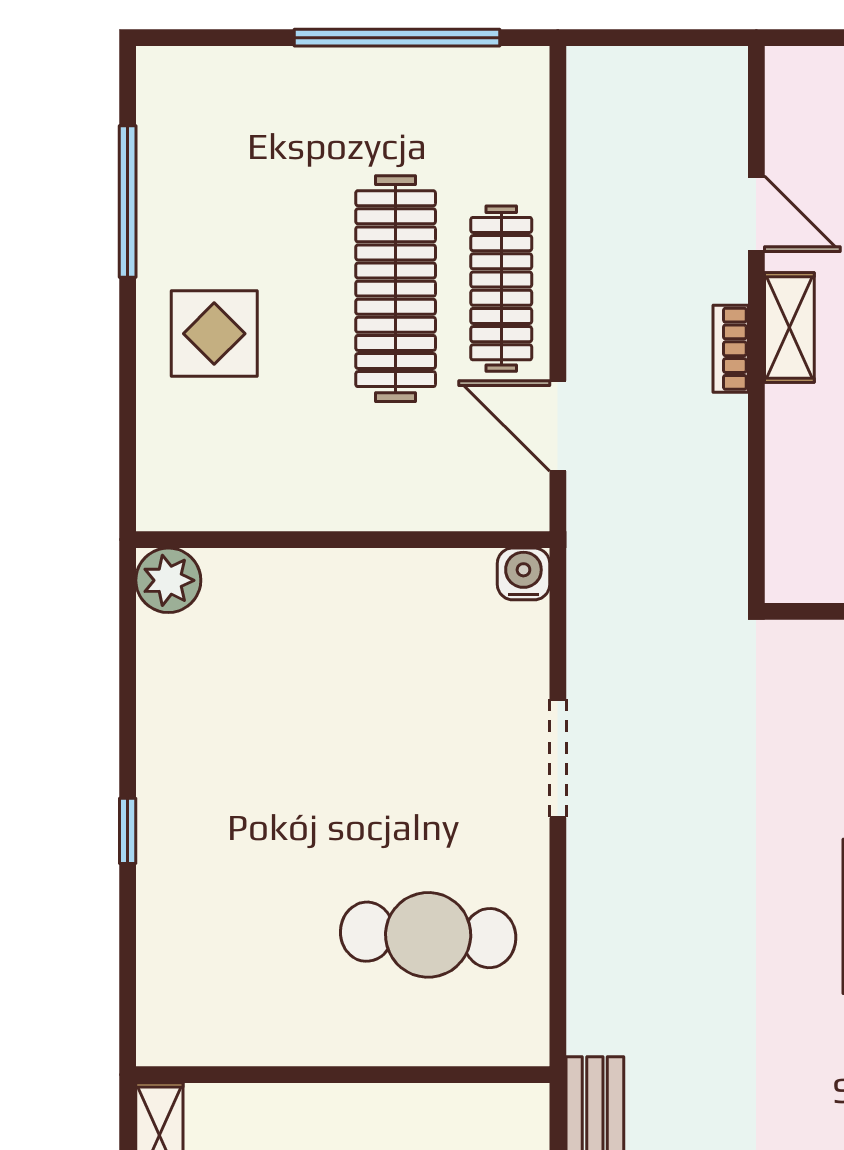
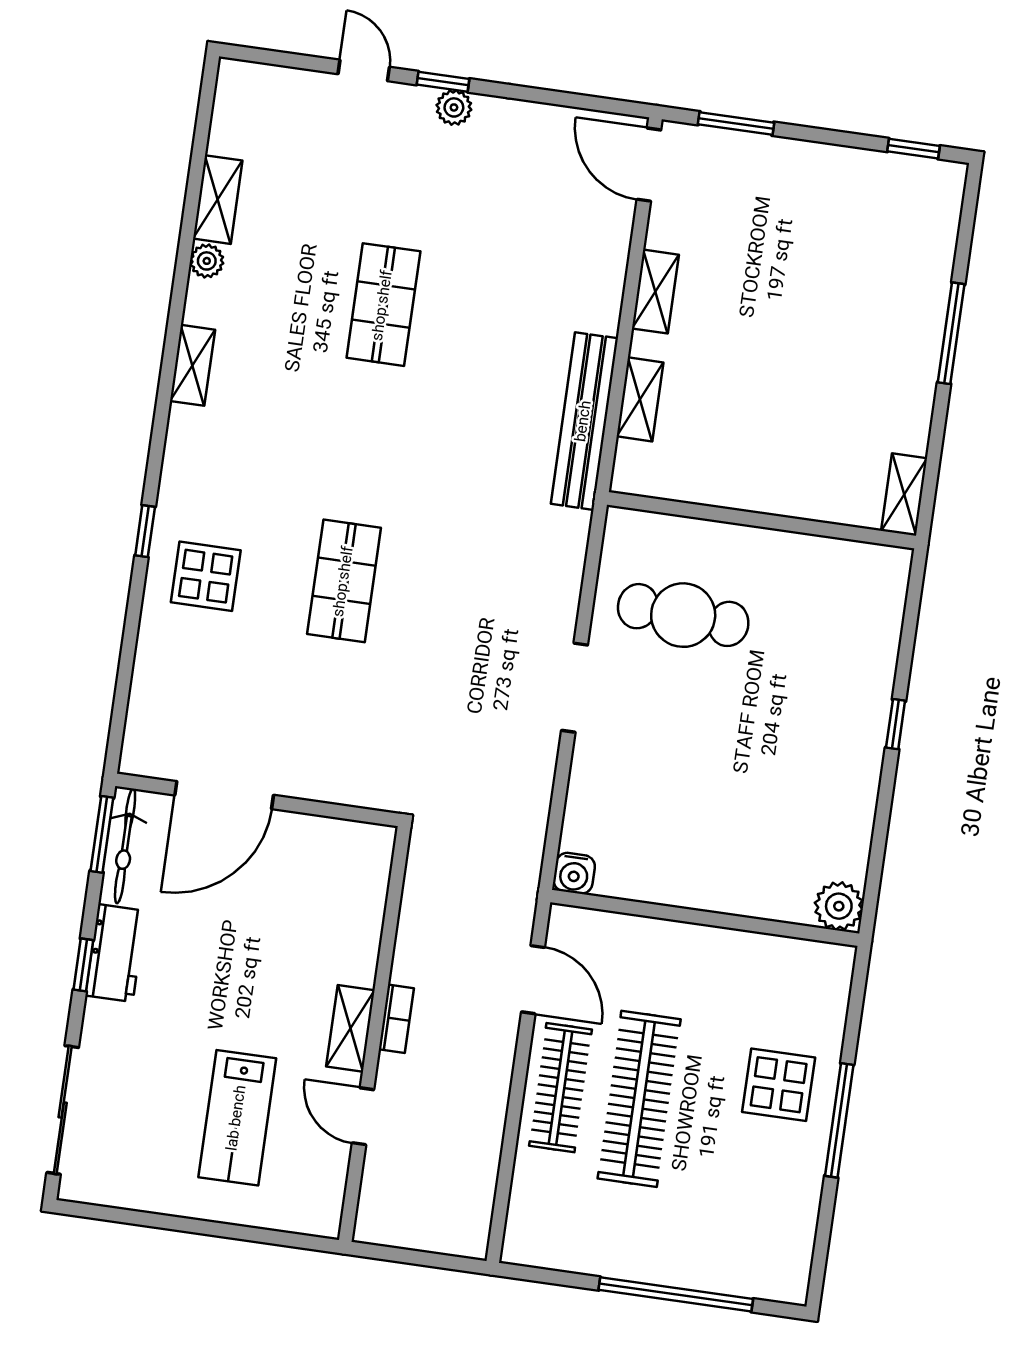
window: (397, 38) -> (676, 1294), moved
window: (128, 202) -> (839, 1120), moved
doorway: (558, 759) -> (575, 688), moved

